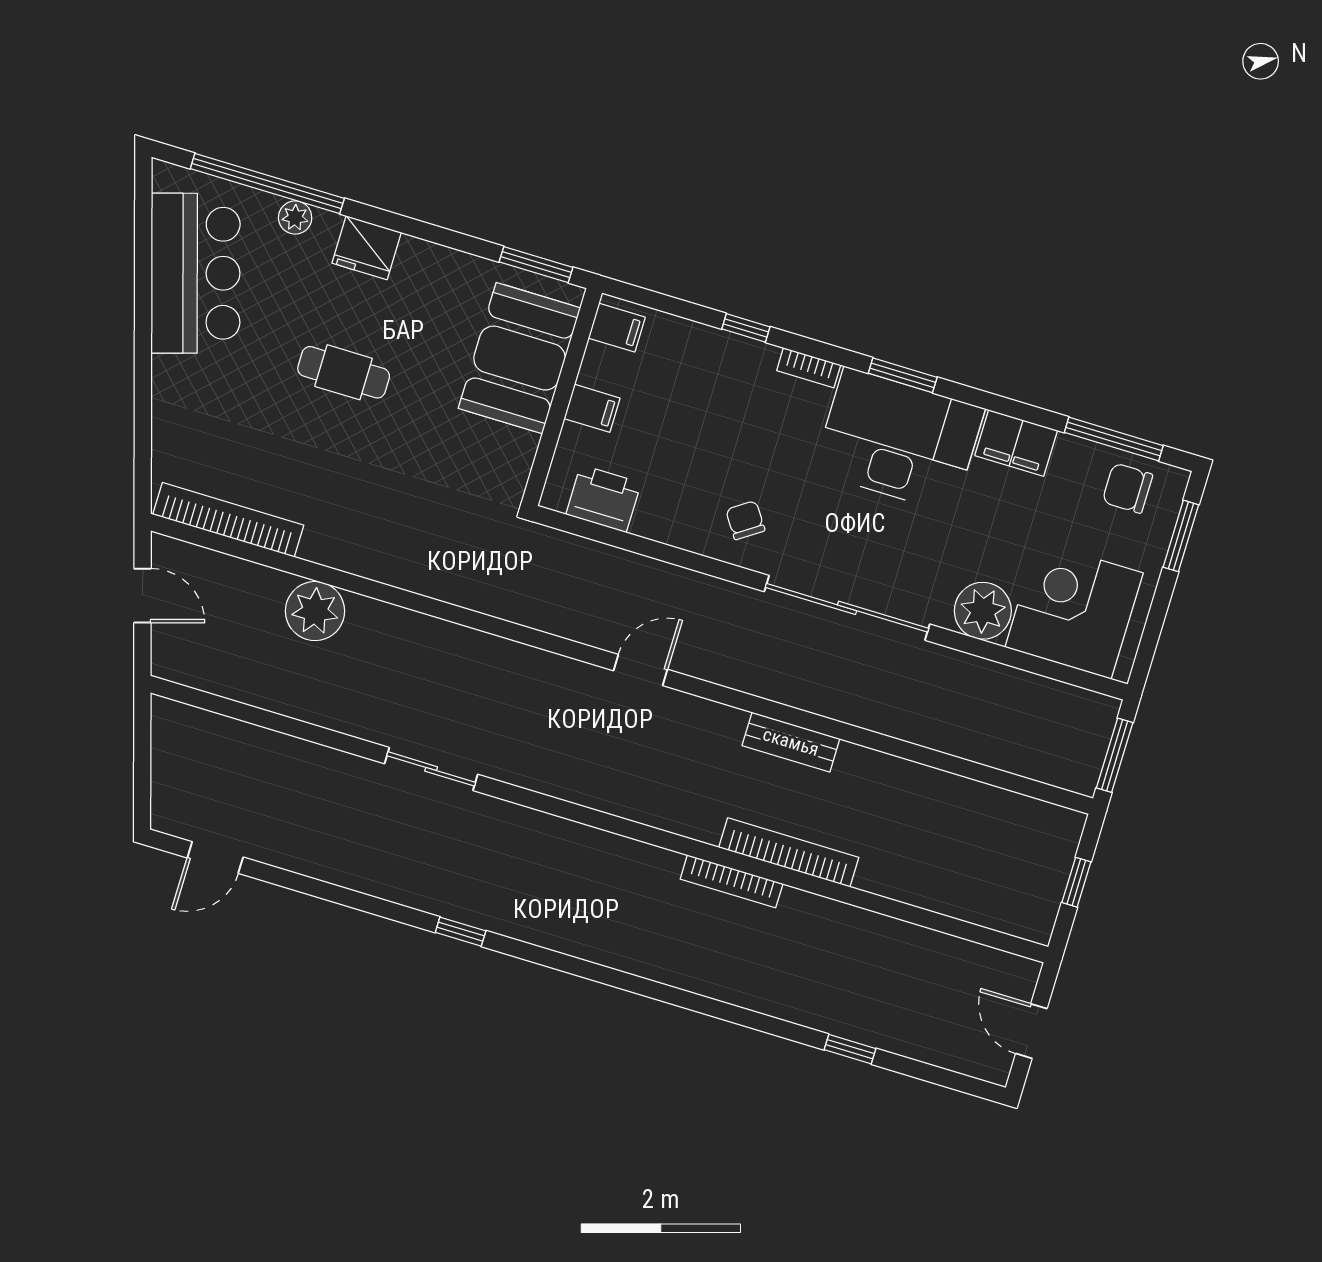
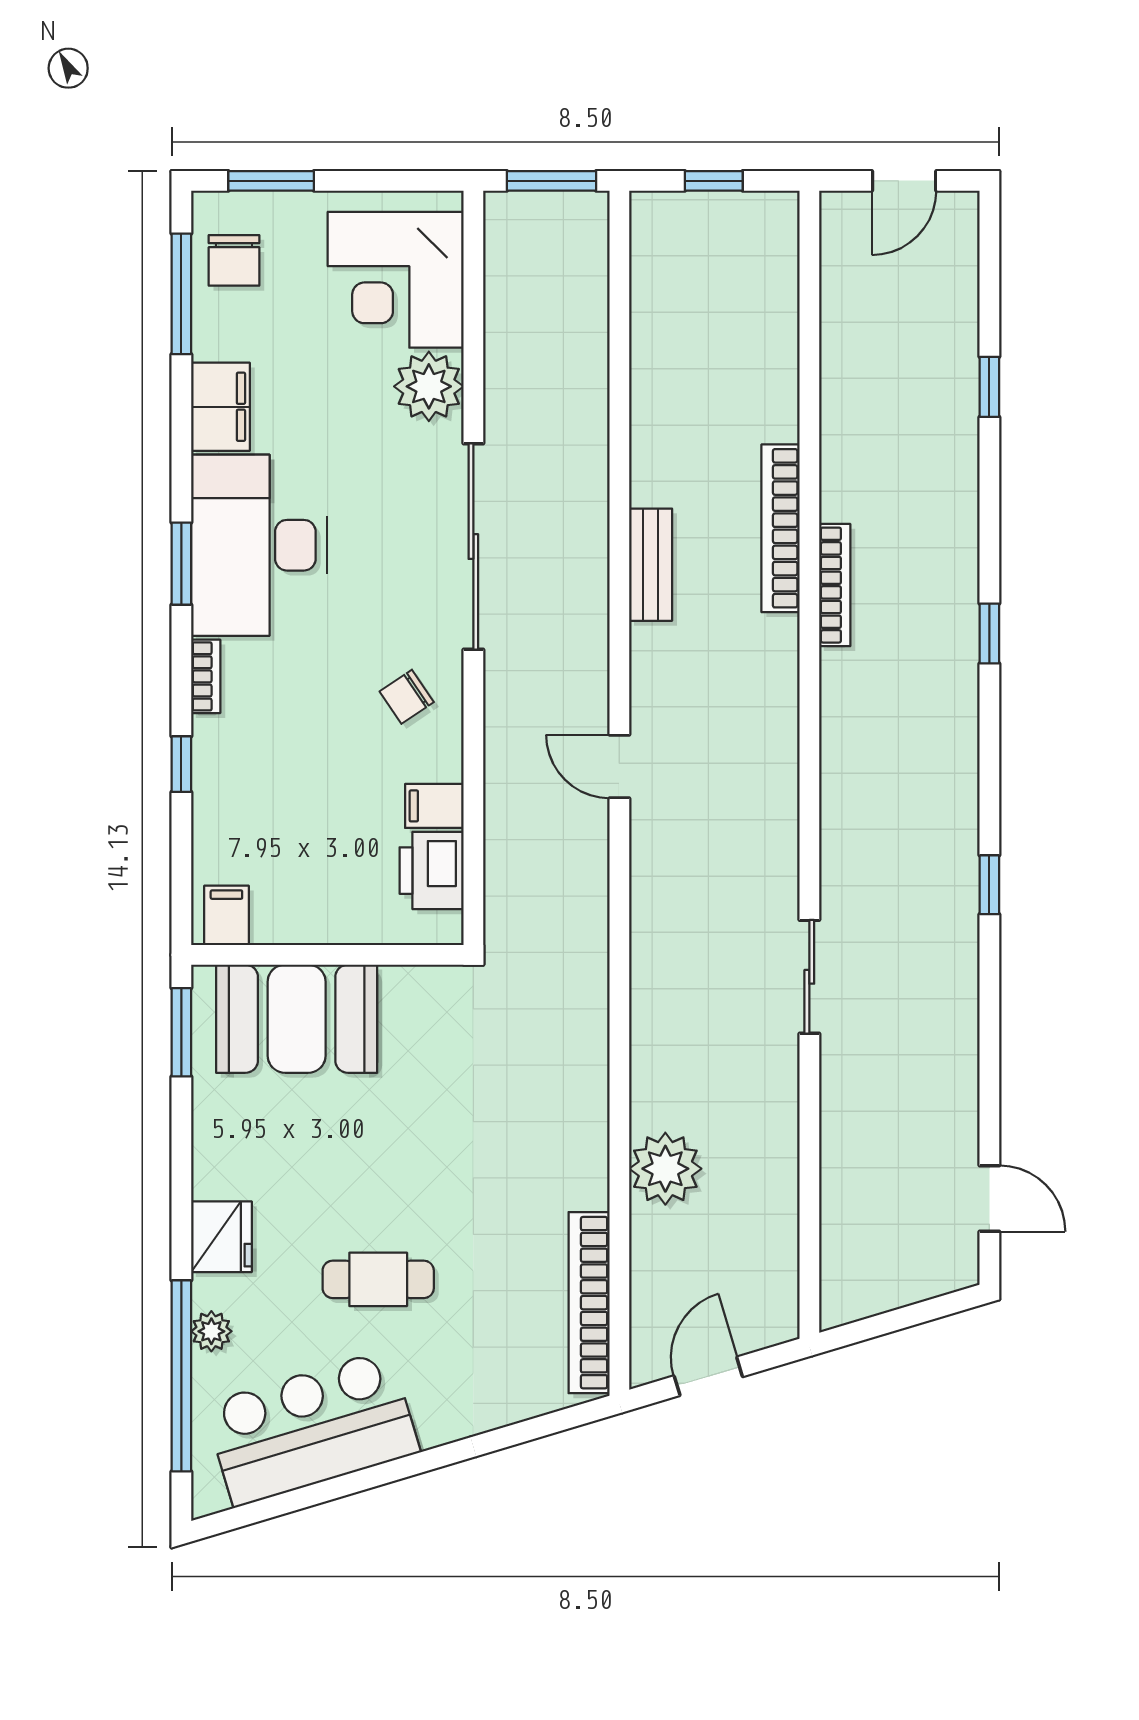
cafe table: (344, 372) -> (378, 1279), moved, turned 90
filing cabinet: (592, 408) -> (434, 806), moved, turned -90
window: (657, 991) -> (989, 633), added

